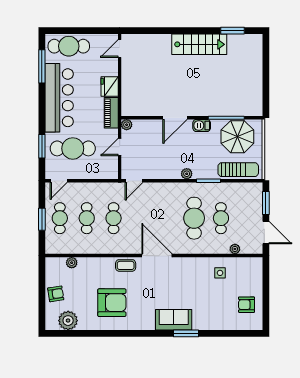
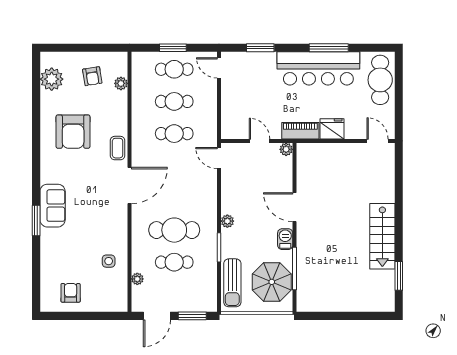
window: (42, 66) -> (329, 48), moved
cafe table: (73, 148) -> (258, 85), removed
armchair: (56, 294) -> (92, 76), moved

